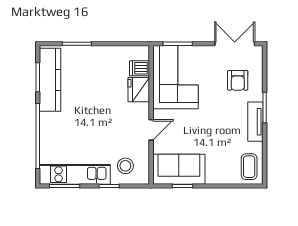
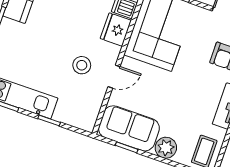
stool: (125, 166) -> (82, 65), moved
plant: (216, 175) -> (166, 148), added

